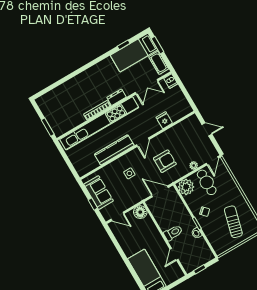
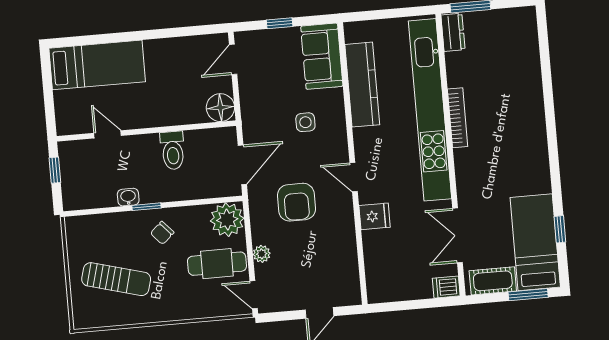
dresser: (117, 97) -> (453, 32), moved
fridge: (164, 120) -> (375, 216), moved
kitchen counter: (114, 150) -> (362, 85), moved
sofa: (99, 193) -> (322, 56), moved, turned 90
toilet: (173, 233) -> (173, 150), moved

